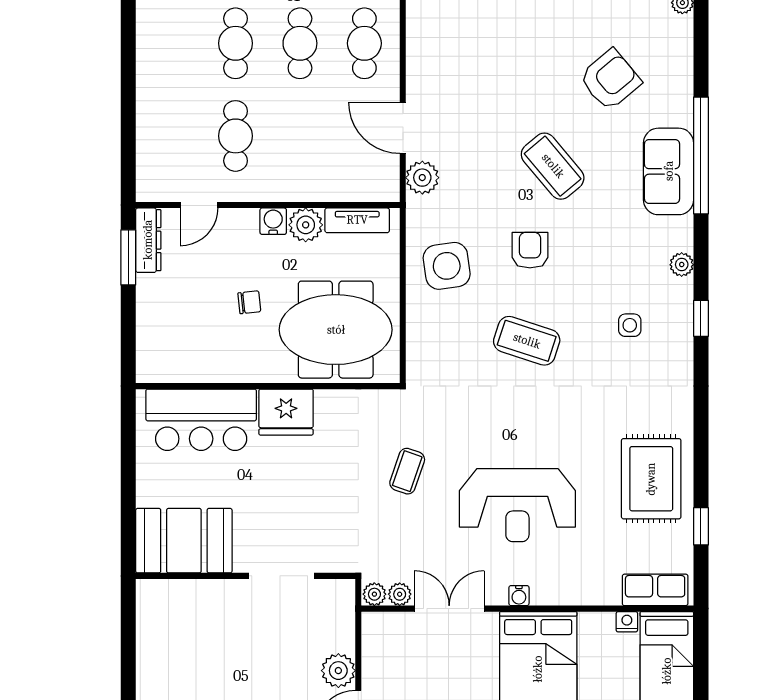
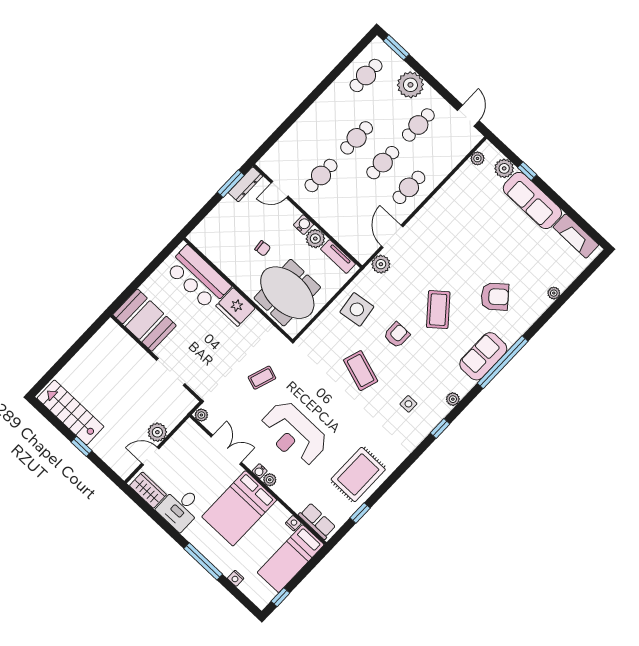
plant: (400, 594) -> (270, 480), moved

